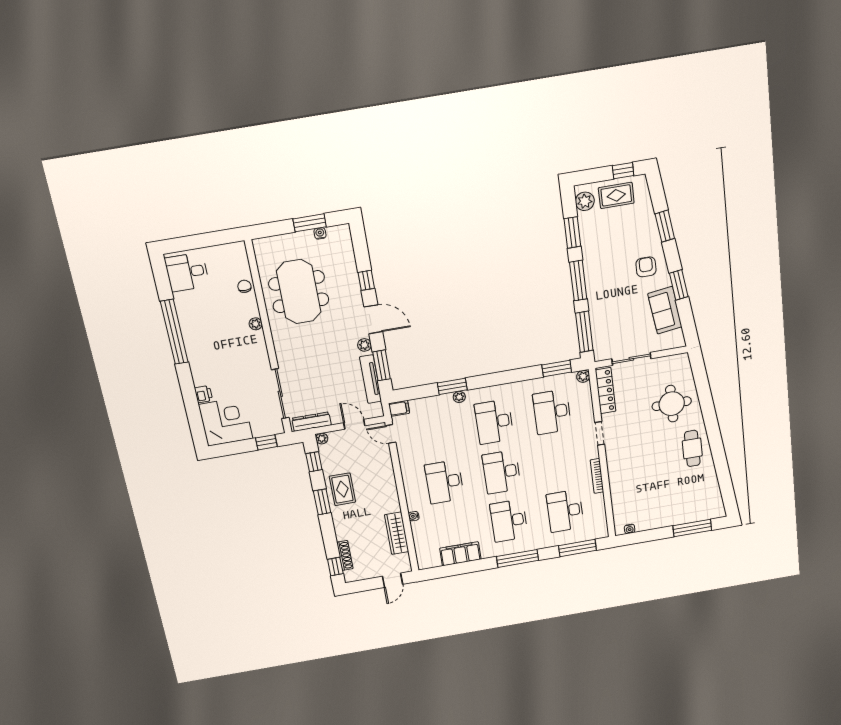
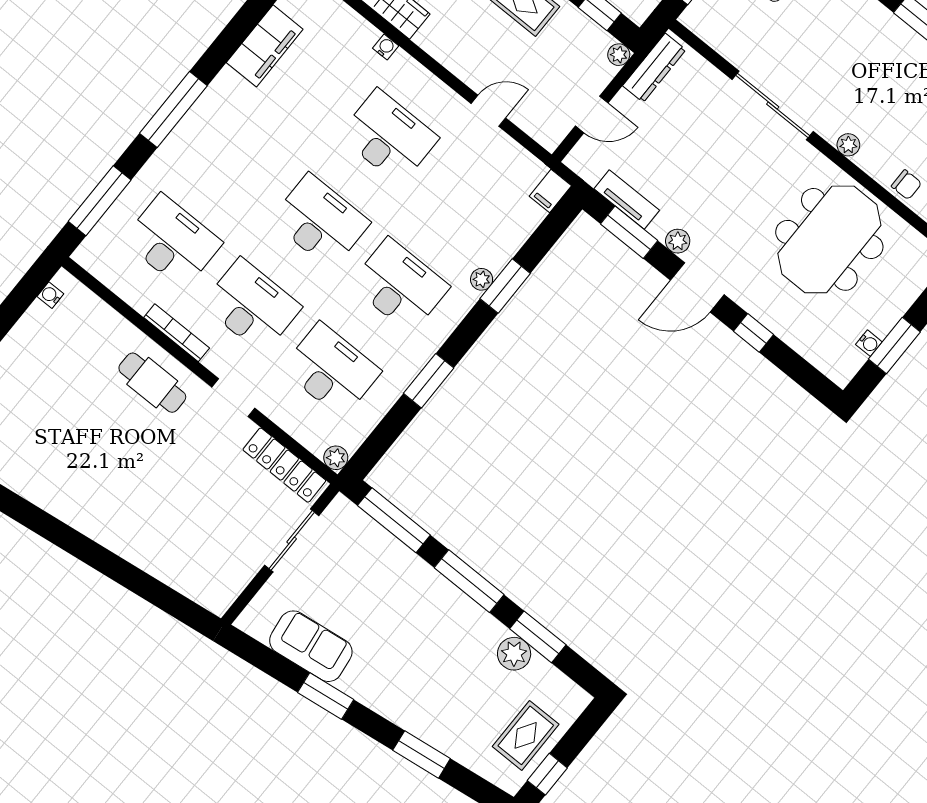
plant: (585, 201) -> (514, 654), moved
armchair: (646, 267) -> (394, 680), removed
meeting table: (299, 292) -> (829, 239), turned 90
window: (557, 369) -> (429, 381), moved
tv unit: (371, 379) -> (627, 200), width x0.71
sliding door: (280, 394) -> (773, 105), moved
round table: (672, 404) -> (172, 528), removed
door: (391, 434) -> (488, 111), moved
cafe table: (692, 448) -> (152, 383), moved
desk: (509, 521) -> (252, 306), moved

